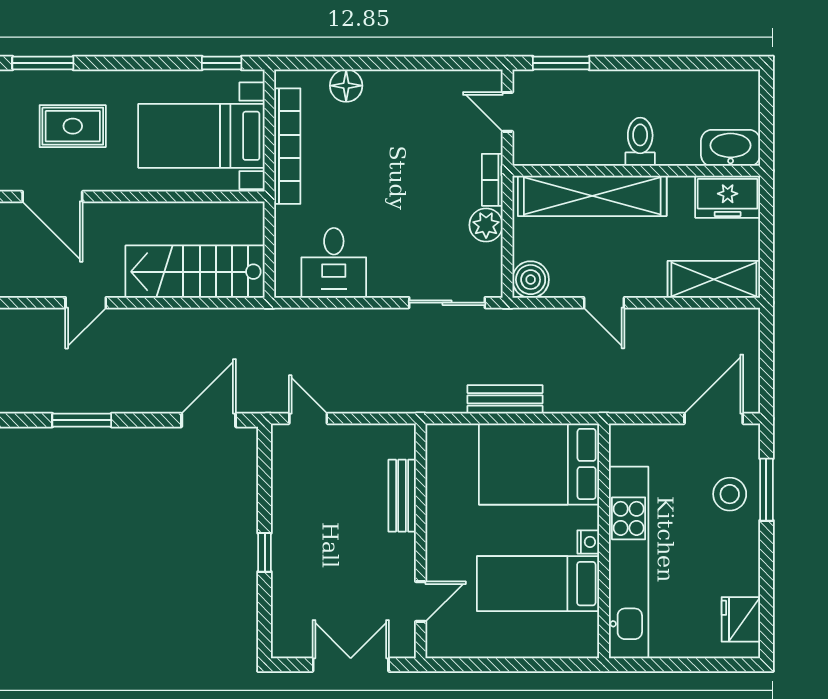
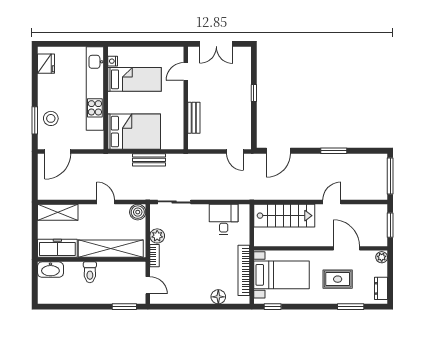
freezer: (728, 197) -> (57, 248), width x1.40
nightstand: (588, 542) -> (113, 61), moved

